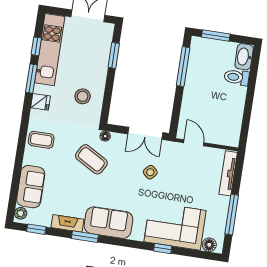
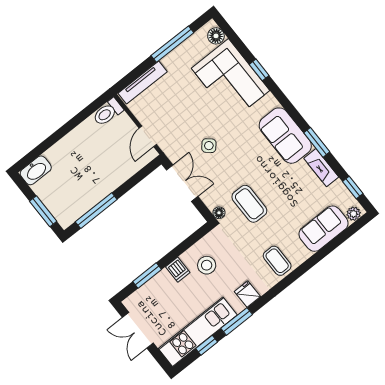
dishwasher: (98, 77) -> (178, 270), added
toilet: (237, 77) -> (108, 112), moved, turned 90
coffee table: (91, 159) -> (249, 204), turned -30

